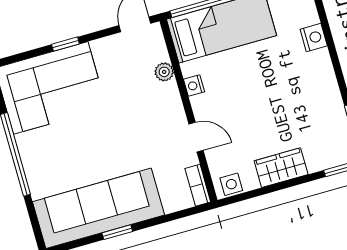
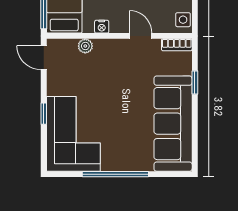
door: (196, 137) -> (141, 36), hinge flipped
window: (117, 232) -> (195, 83), moved

